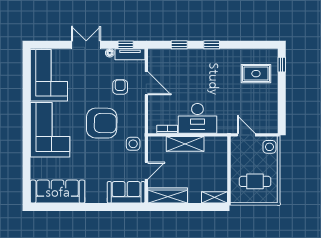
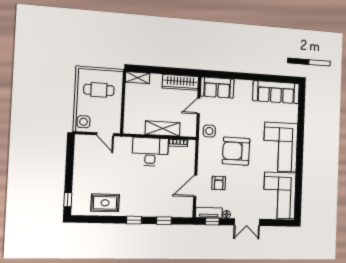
rug: (256, 74) -> (105, 203), moved
door: (146, 83) -> (195, 186), hinge flipped

